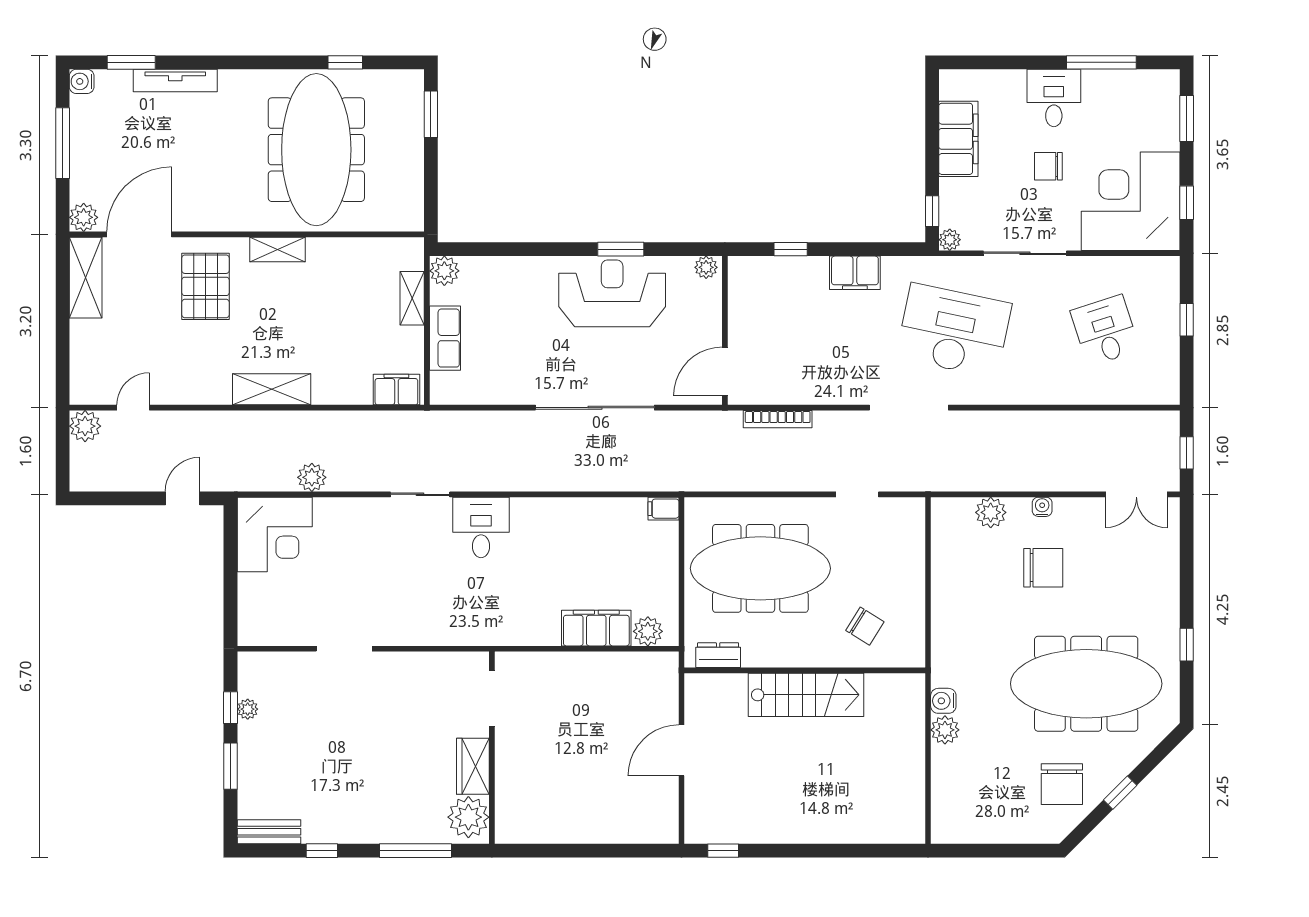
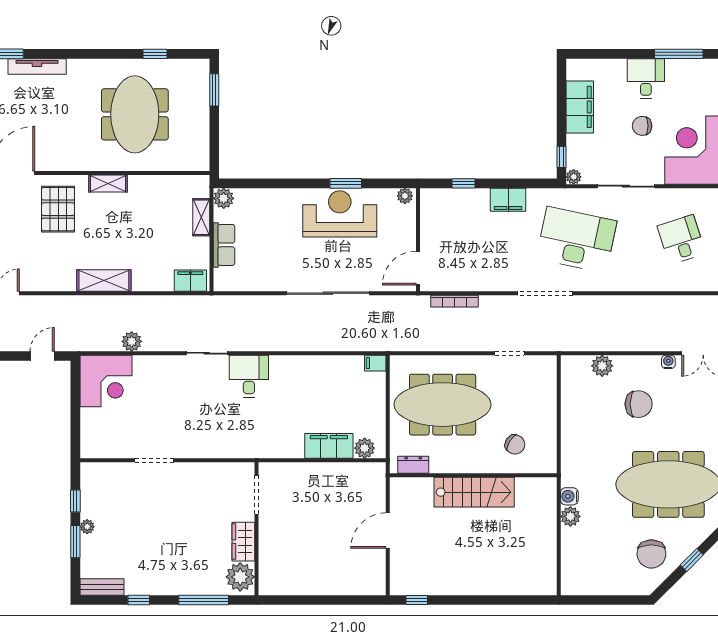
meeting table: (316, 150) -> (135, 114), width x0.73
water cooler: (1042, 507) -> (668, 362), moved
plant: (248, 709) -> (87, 527), moved

